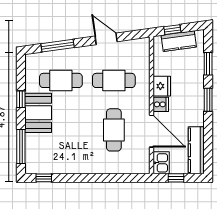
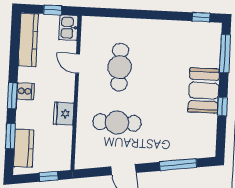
kitchen counter: (179, 41) -> (24, 148), moved, turned 98
cafe table: (61, 80) -> (176, 125), removed
cooker: (161, 104) -> (26, 91), moved, turned 180
door: (152, 131) -> (78, 64), width x0.53

